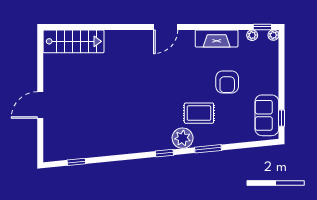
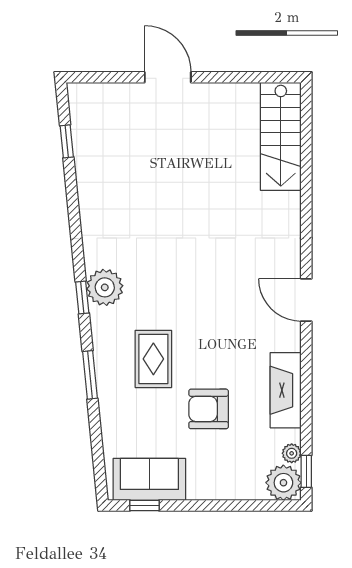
plant: (273, 35) -> (283, 483), width x1.88, depth x1.88
plant: (183, 138) -> (105, 287), moved

